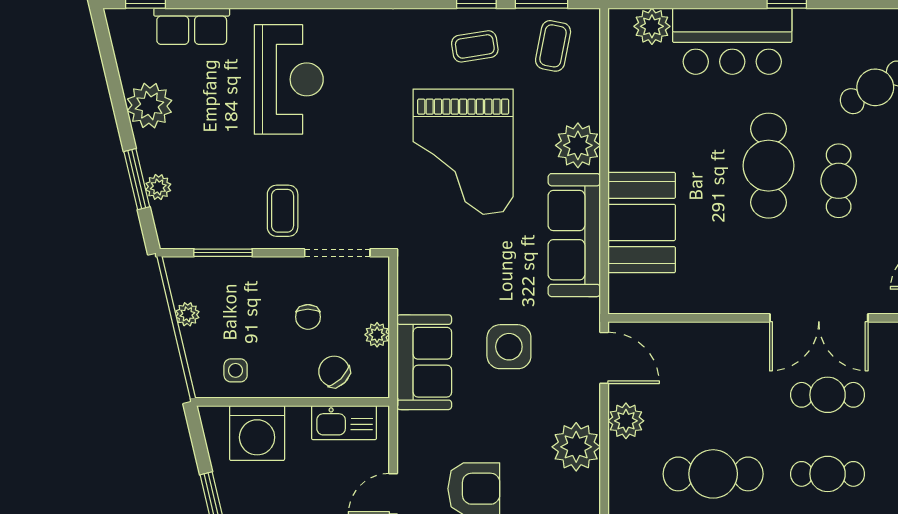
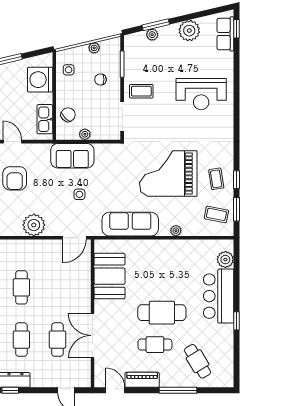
row of seats: (192, 26) -> (225, 34), moved
plant: (578, 145) -> (176, 231), width x0.53, depth x0.53
booth: (642, 222) -> (110, 276), moved, turned 90
chair: (308, 317) -> (100, 79), moved
side table: (509, 347) -> (79, 194), width x0.54, depth x0.54
plant: (626, 421) -> (46, 248), removed
cafe table: (713, 474) -> (21, 287), width x0.73, depth x0.74

